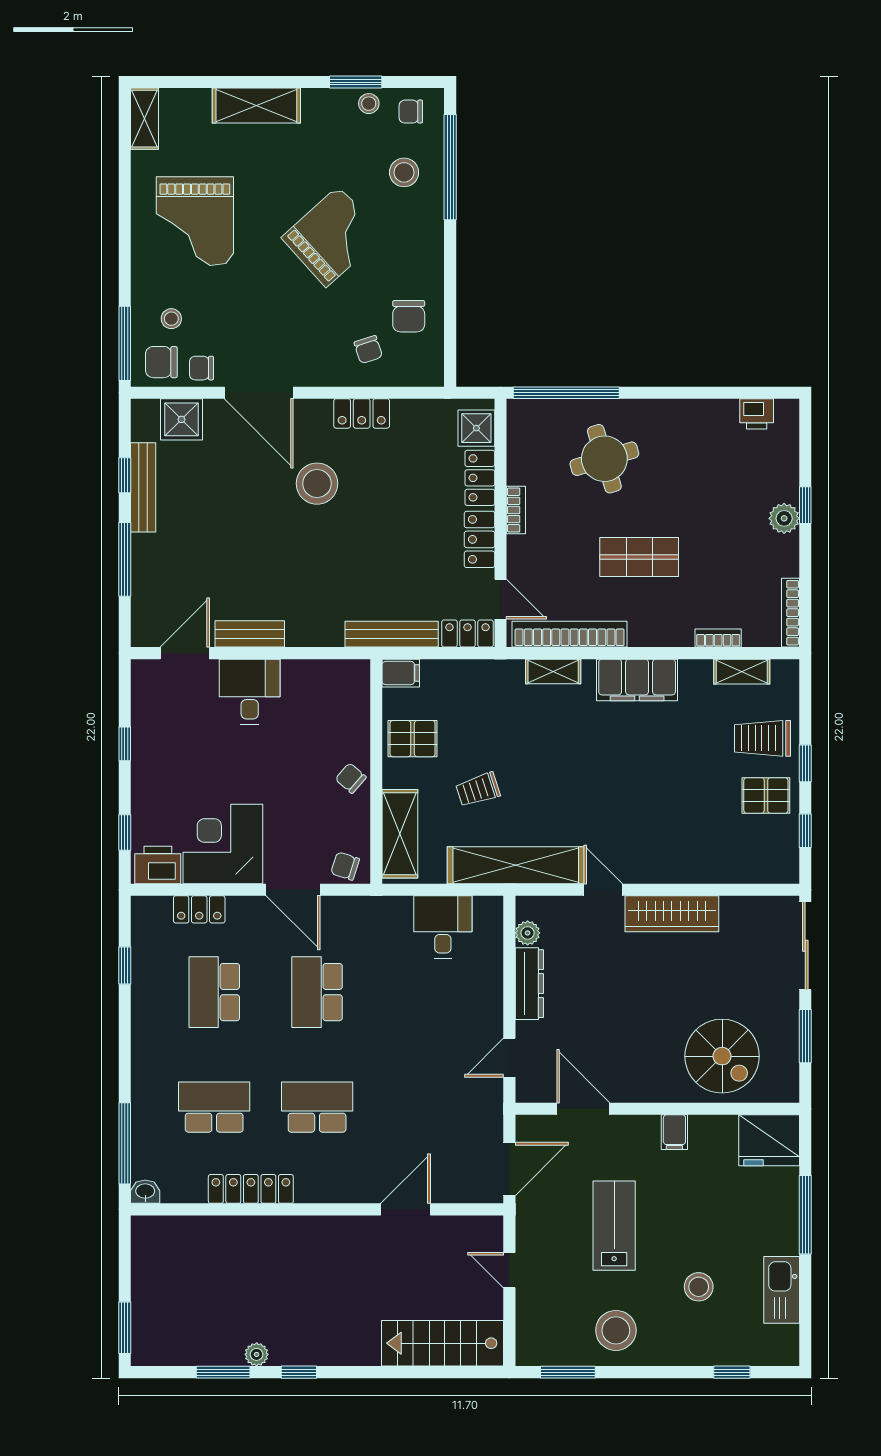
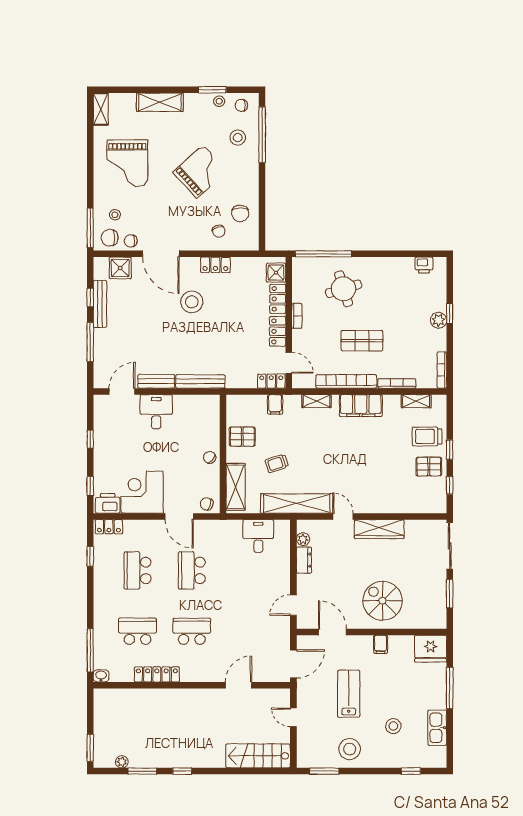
bench: (392, 634) -> (200, 381), moved
bookcase: (570, 634) -> (346, 381), moved
bookcase: (718, 638) -> (397, 383), width x1.56
filing cabinet: (401, 673) -> (275, 404), moved, turned 90
locker: (199, 909) -> (109, 527), moved
dresser: (529, 984) -> (304, 560), width x0.70
spiral stairs: (722, 1056) -> (383, 601), moved, turned 180
plant: (257, 1354) -> (122, 762), moved

